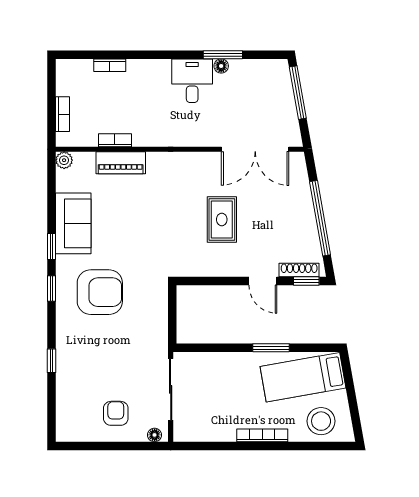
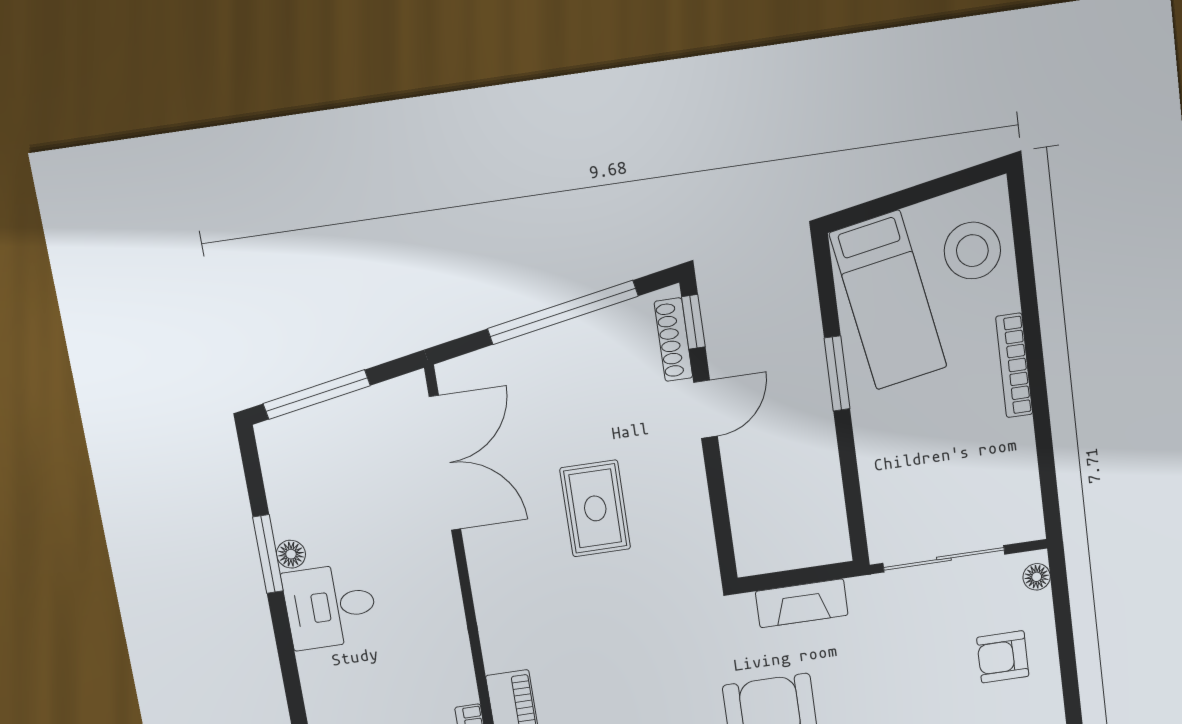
rug: (222, 219) -> (595, 508), turned 90
fireplace: (159, 315) -> (802, 603), added

